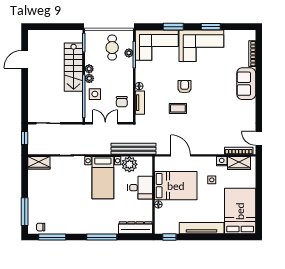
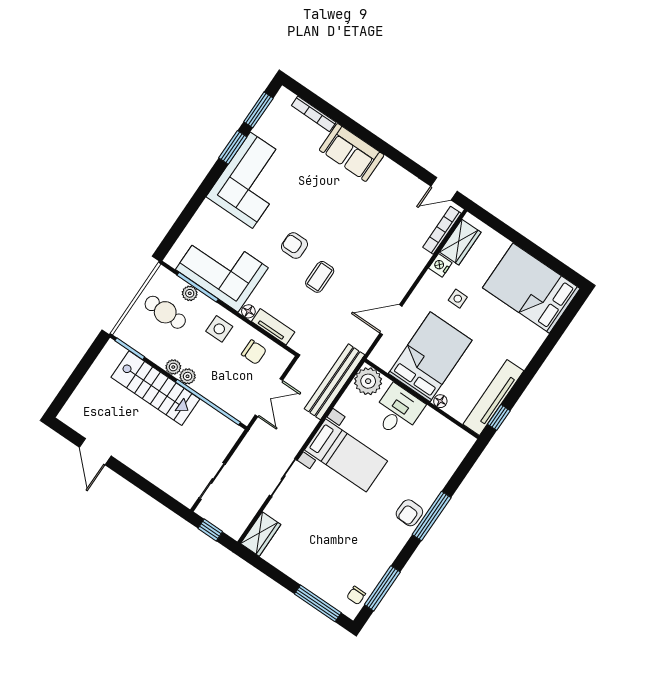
window: (173, 27) -> (258, 110), moved
corner sofa: (157, 45) -> (222, 269), moved, turned -90
side table: (95, 94) -> (219, 329), moved
double door: (105, 123) -> (269, 398), swing flipped
plant: (129, 164) -> (368, 381), moved
armchair: (96, 226) -> (409, 513), added
dresser: (136, 228) -> (452, 458), removed
tv unit: (202, 228) -> (493, 398), moved

